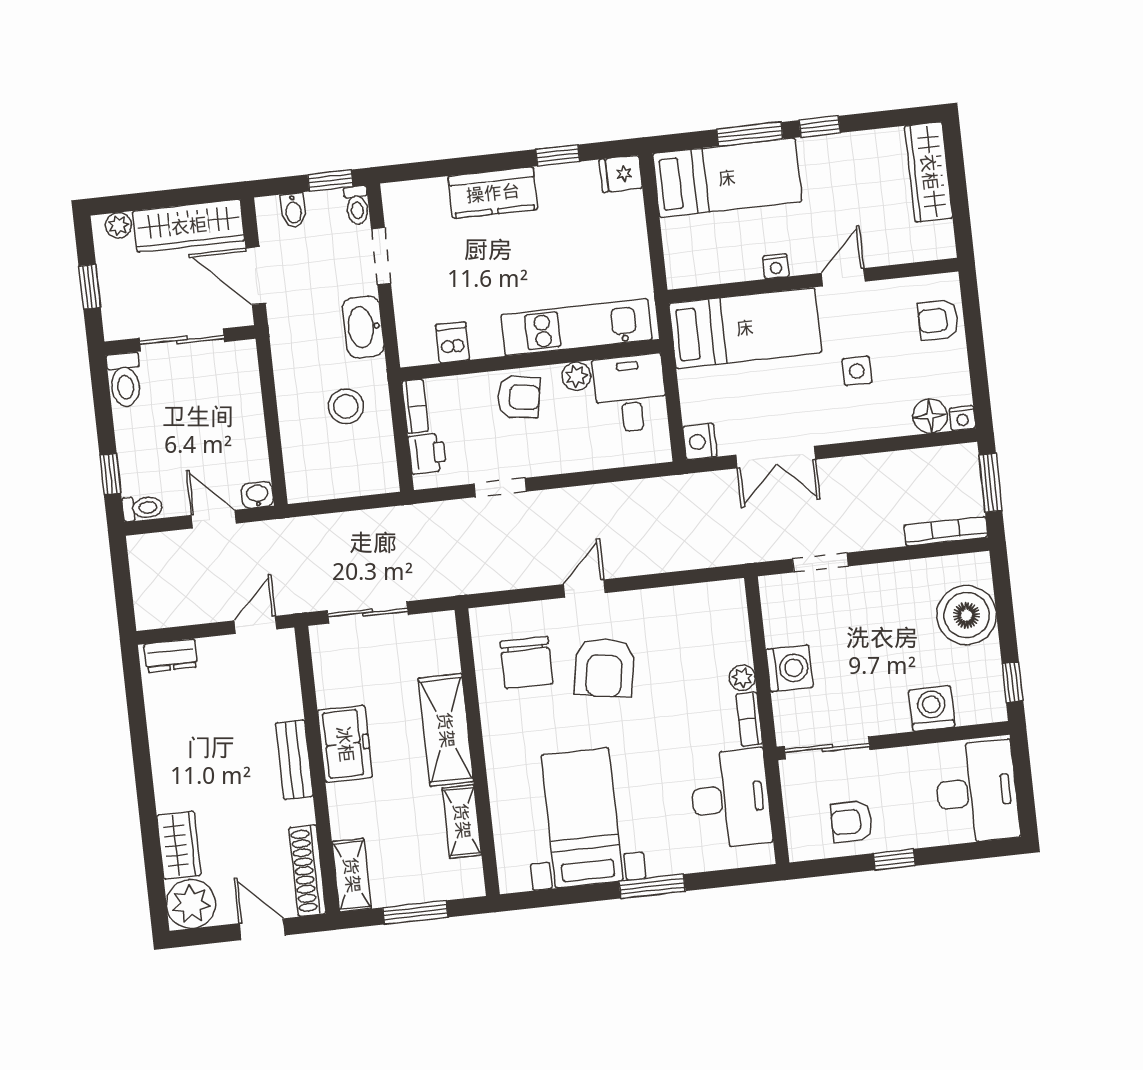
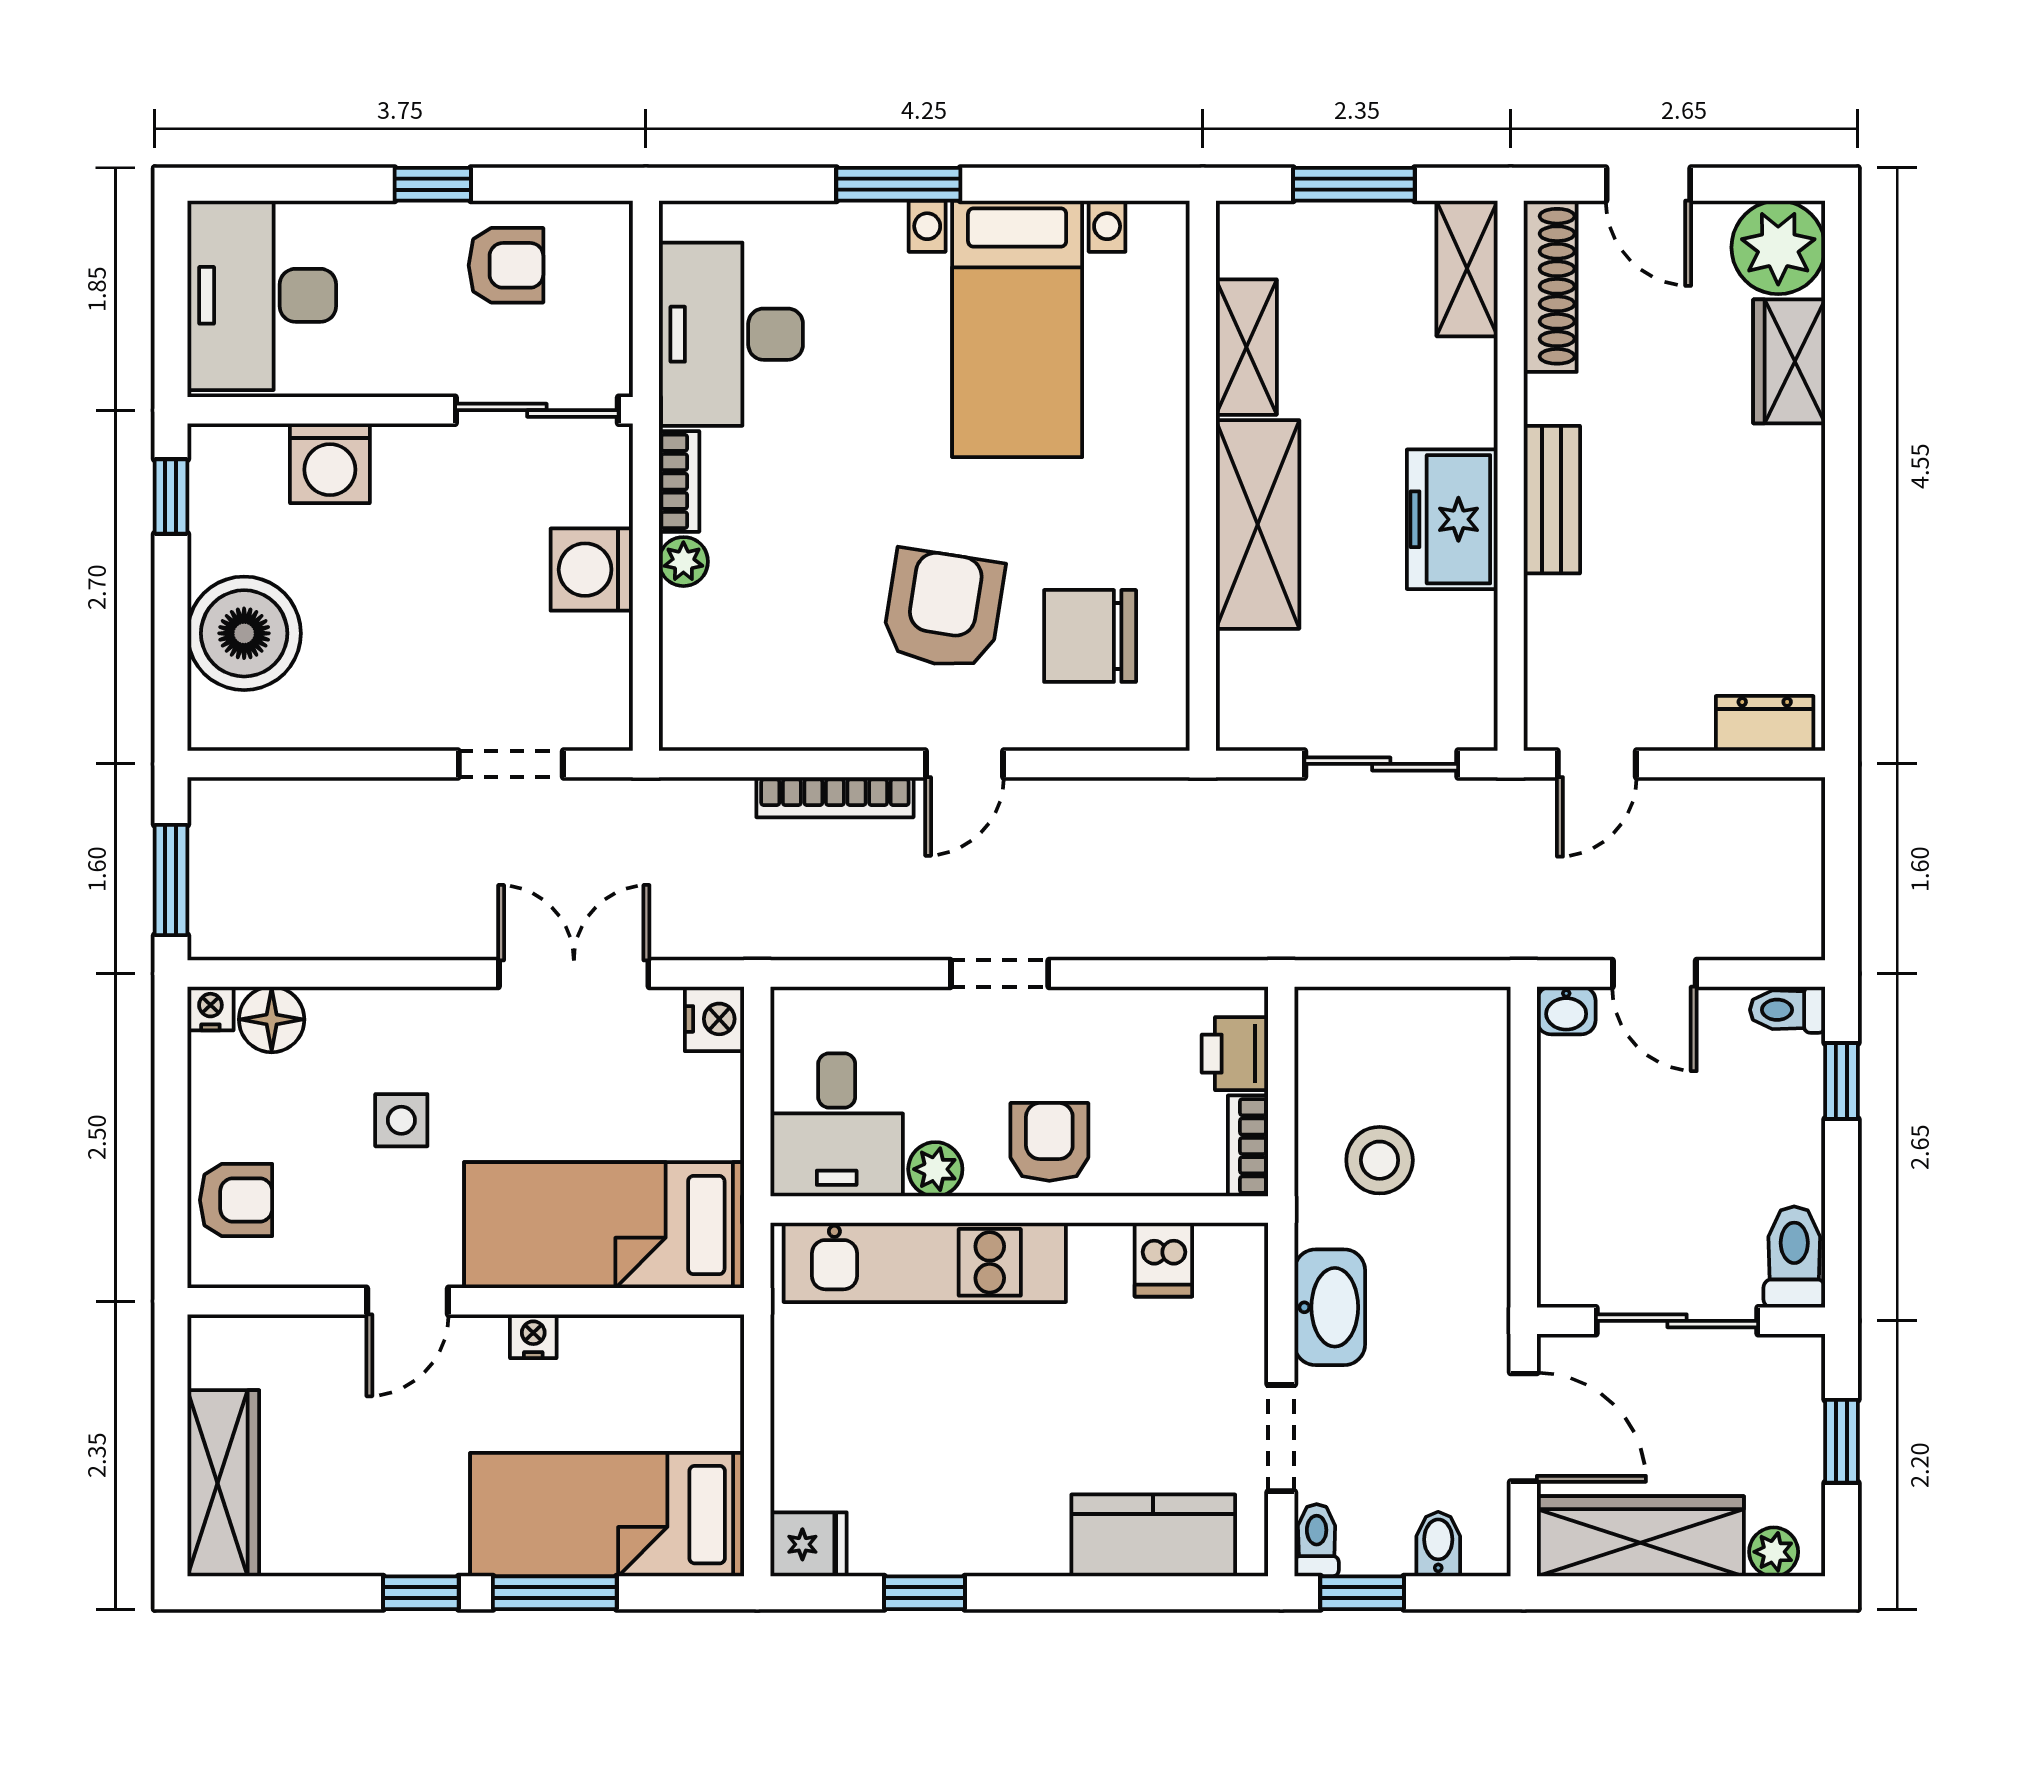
kitchen counter: (493, 193) -> (1153, 1535), moved
armchair: (519, 397) -> (1049, 1142), turned 81
doorway: (500, 488) -> (1000, 974), moved
bookcase: (946, 531) -> (835, 797), moved
chair: (527, 662) -> (1090, 636), turned -90

